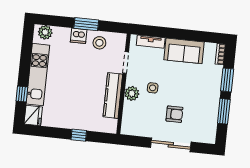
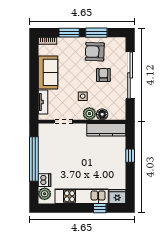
window: (86, 24) -> (34, 159), width x2.11
dishwasher: (79, 36) -> (45, 180), moved
stool: (99, 43) -> (49, 146), removed
kitchen counter: (113, 96) -> (106, 130), moved
armchair: (202, 107) -> (95, 52), added
floor lamp: (129, 108) -> (102, 114), added
sliding door: (171, 145) -> (130, 75), width x1.36

